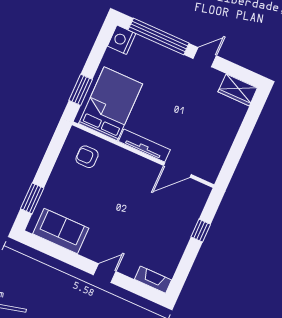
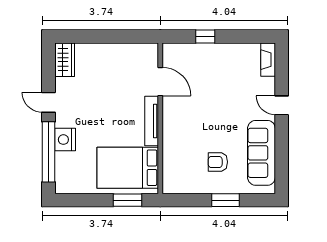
nightstand: (122, 40) -> (65, 140), moved, turned 90
armchair: (87, 157) -> (218, 162), moved, turned 90
window: (32, 198) -> (225, 200), moved
sofa: (61, 231) -> (261, 153), width x1.36

